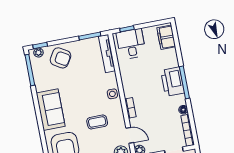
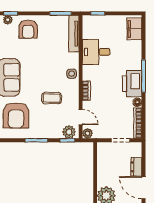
desk: (131, 44) -> (96, 52), moved, turned -90
armchair: (60, 58) -> (28, 29), turned 59
printer: (173, 82) -> (132, 84), moved

